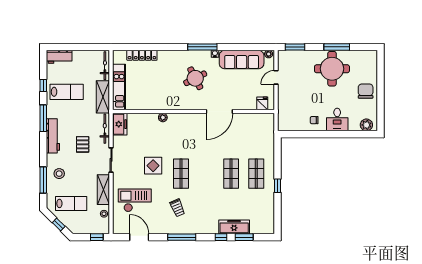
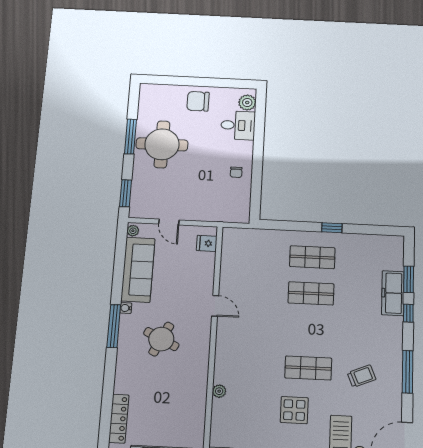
round table: (195, 78) -> (161, 339), turned -37
door: (219, 112) -> (215, 306), width x0.53
desk: (337, 120) -> (238, 125), moved

